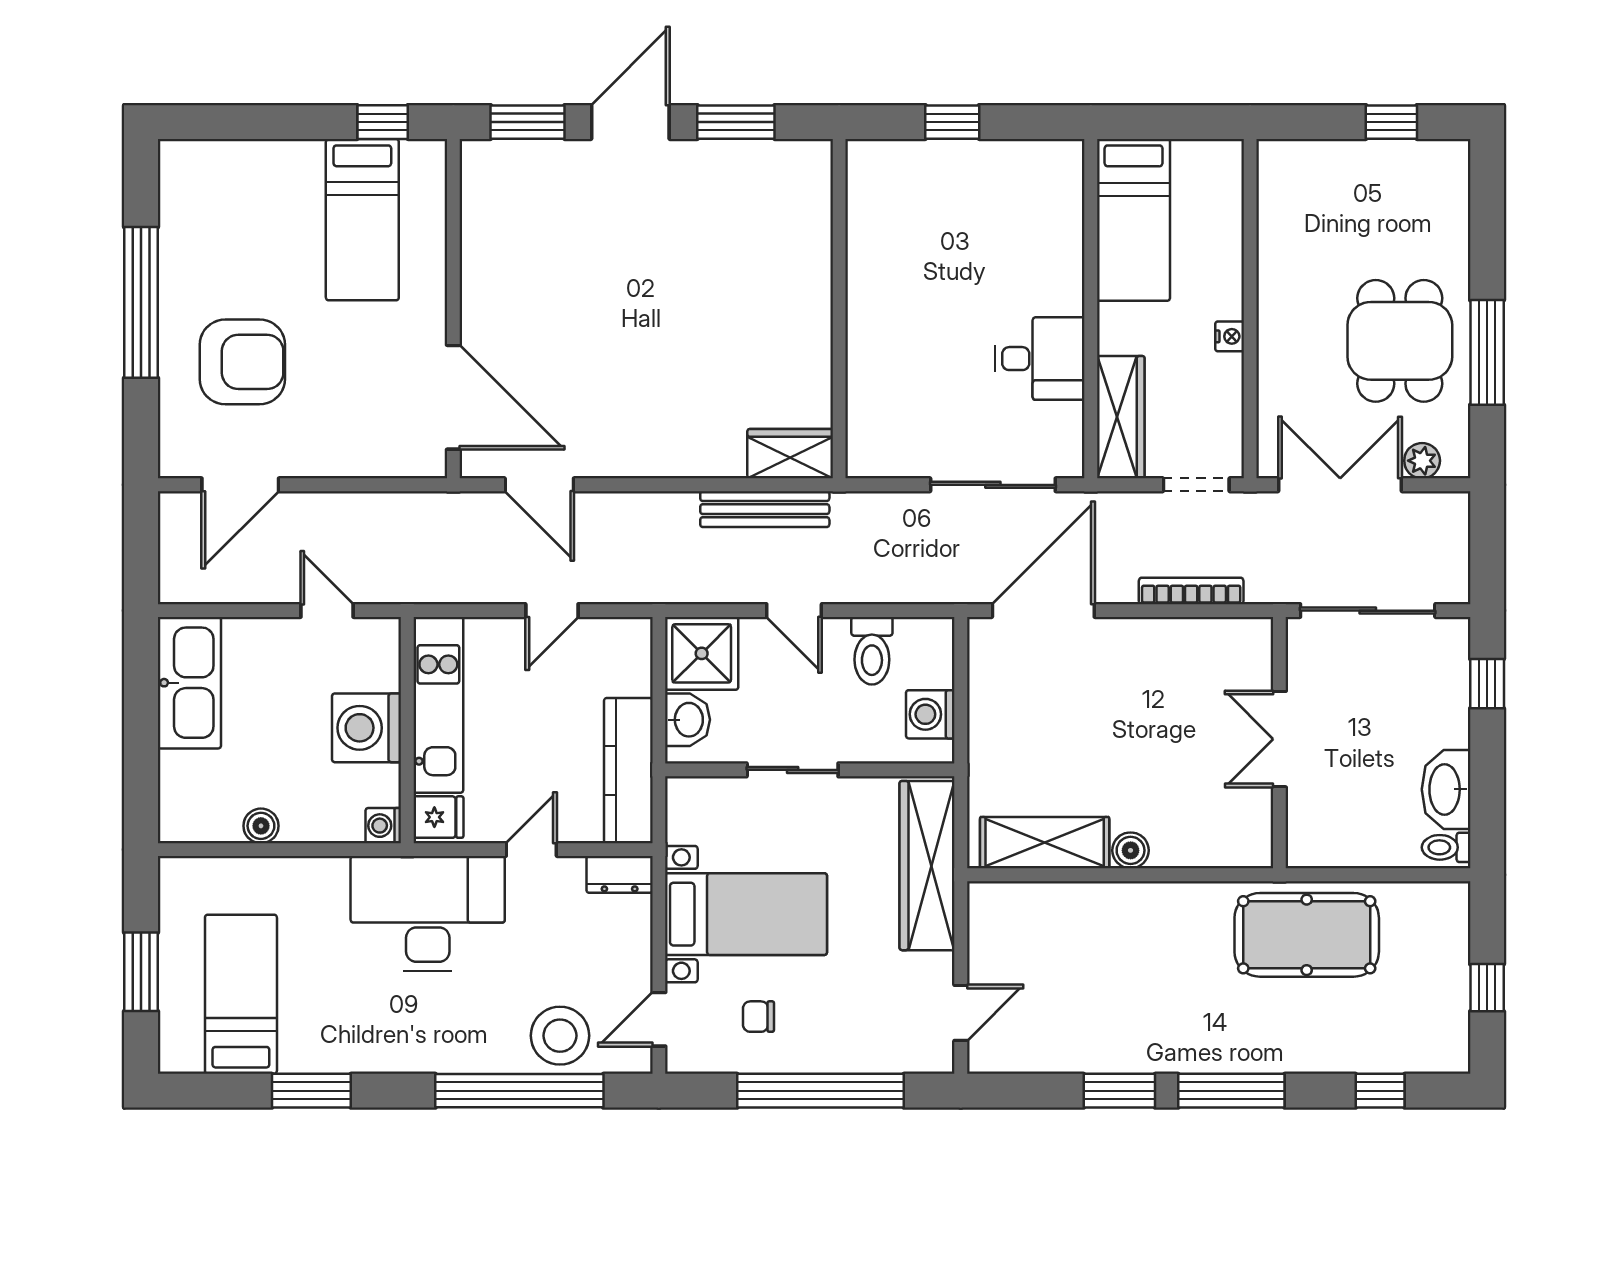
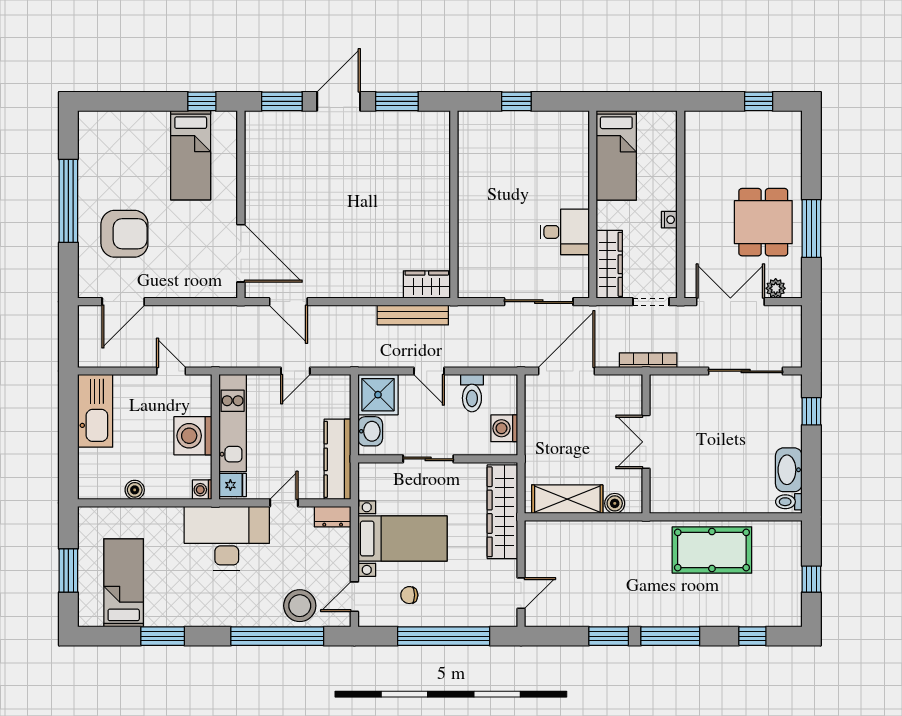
double door: (1279, 739) -> (646, 442), moved
wall: (1279, 743) -> (646, 444), moved

